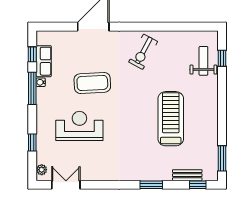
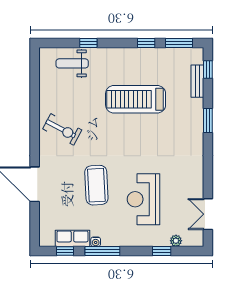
window: (222, 58) -> (88, 43), moved
window: (222, 128) -> (146, 43), added
plant: (42, 170) -> (176, 241), moved

